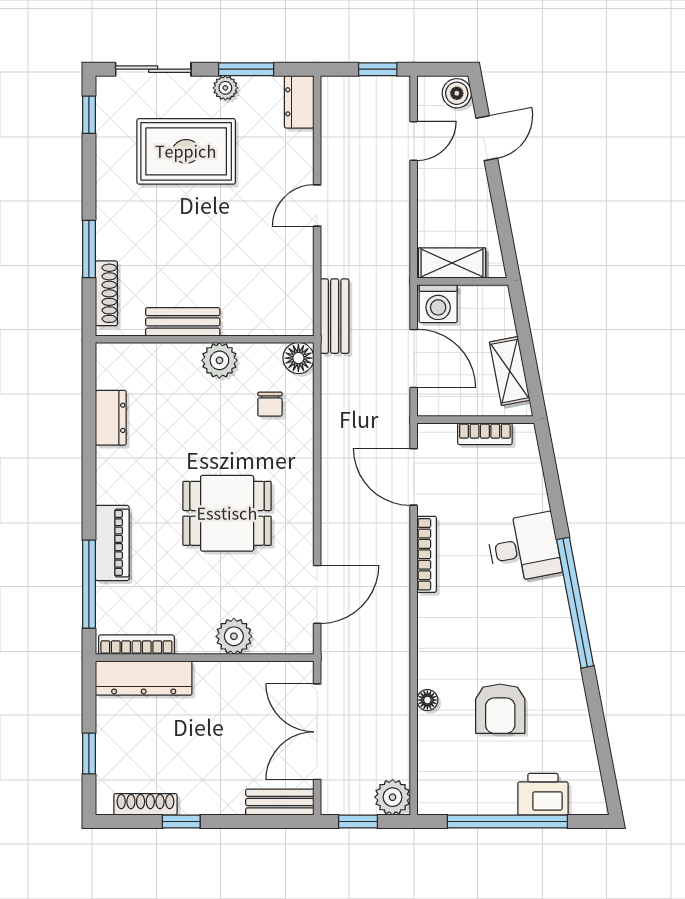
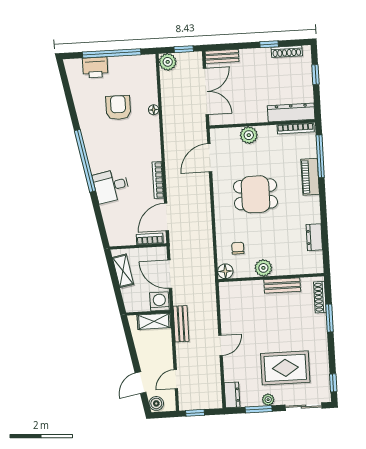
bench: (335, 316) -> (181, 324), moved
bookcase: (485, 434) -> (150, 239), moved
door: (414, 477) -> (166, 217), swing flipped

